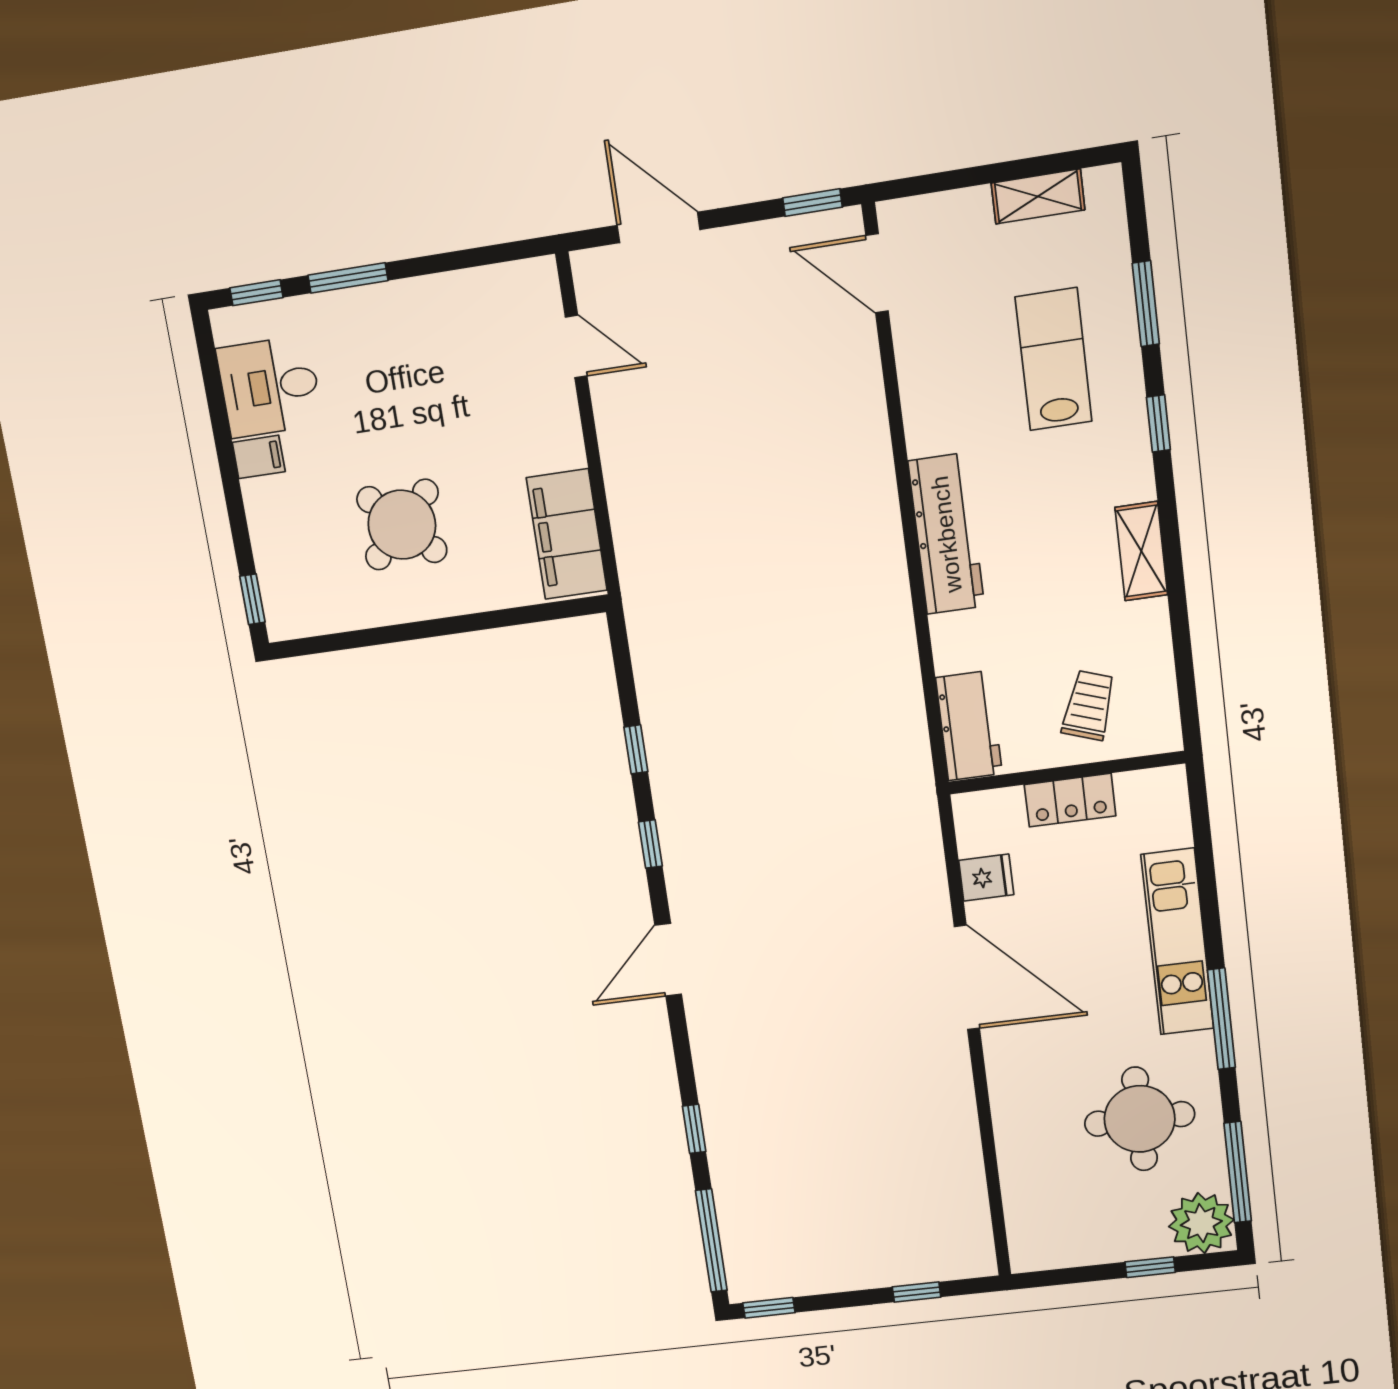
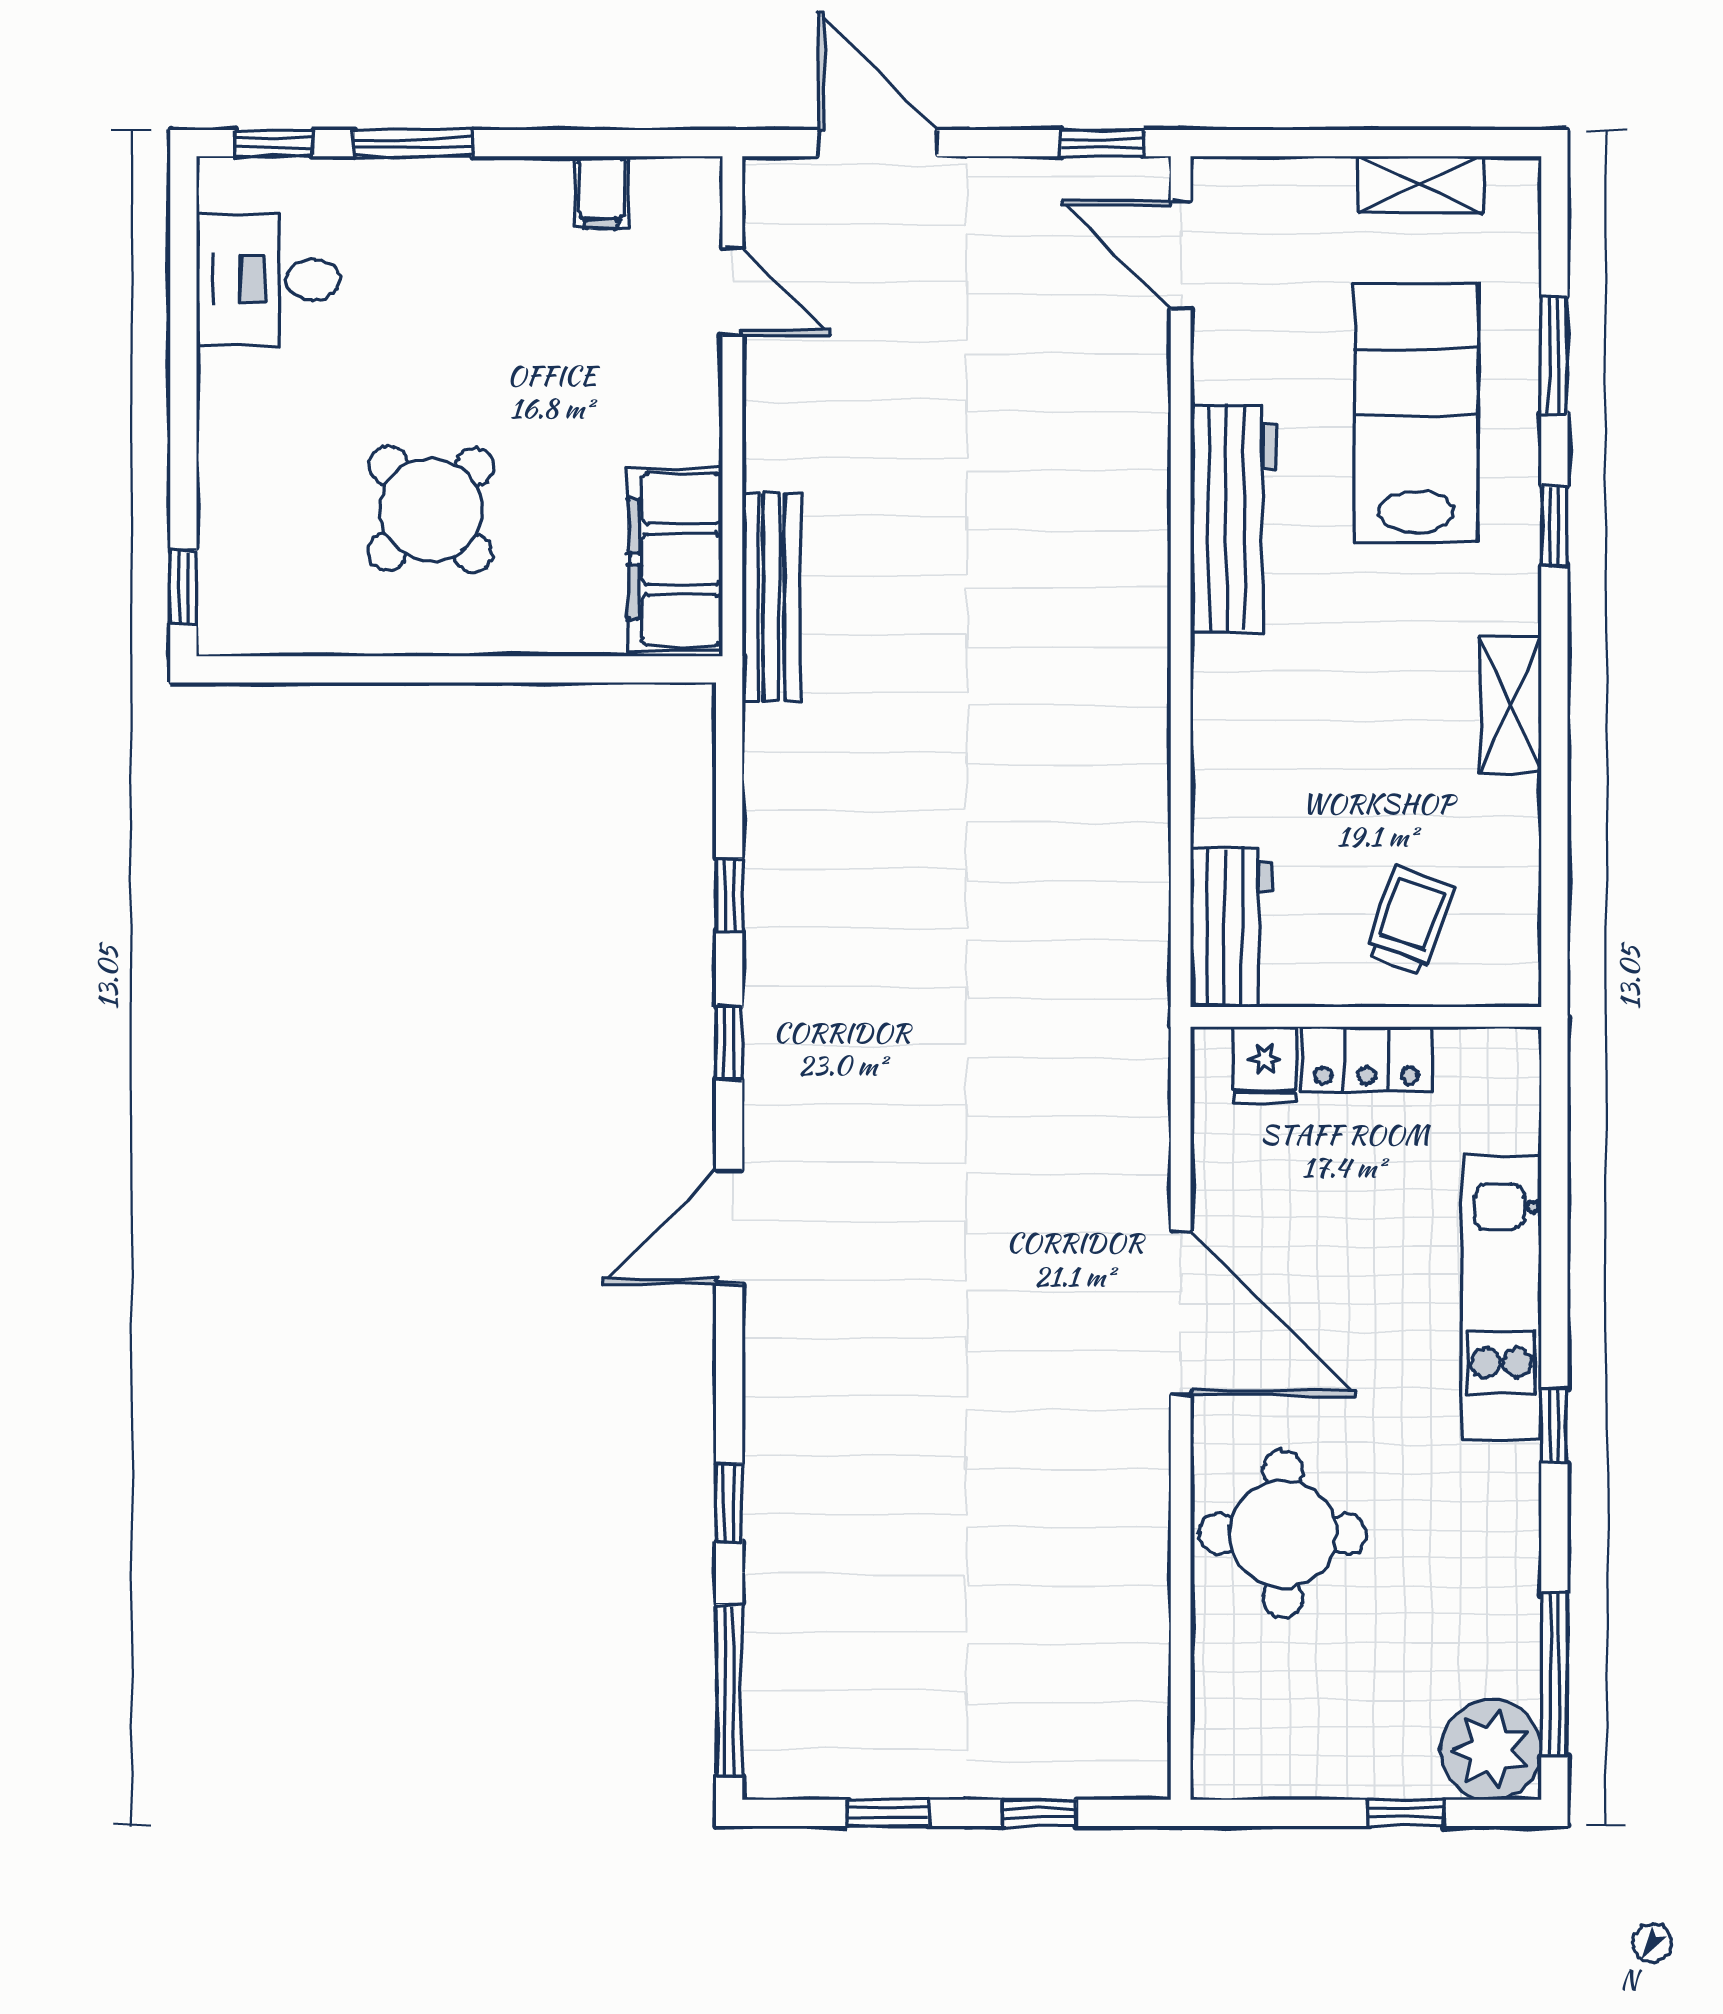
lab bench: (1054, 359) -> (1416, 413), width x1.36, depth x1.39
filing cabinet: (259, 457) -> (602, 192), moved, turned 90
workbench: (946, 534) -> (1233, 518), moved
bench: (634, 551) -> (771, 598), added
fridge: (986, 878) -> (1265, 1065), moved, turned 90
window: (1221, 1019) -> (1554, 1426), width x0.46
round table: (1140, 1119) -> (1283, 1534), moved
window: (769, 1308) -> (888, 1813), moved

